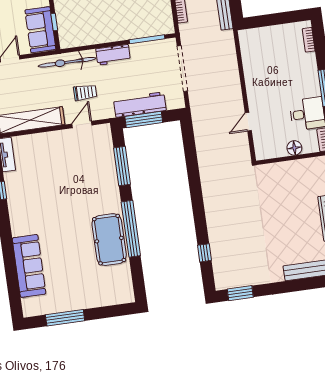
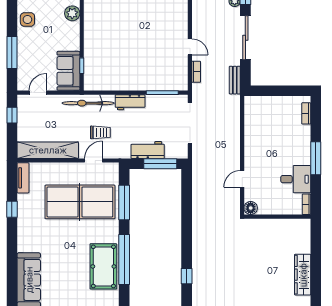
workbench: (140, 105) -> (148, 150), width x0.73
window: (144, 119) -> (160, 164), moved
floor lamp: (294, 148) -> (251, 208), moved
table tennis table: (73, 172) -> (80, 202), added
window: (204, 253) -> (187, 276), moved

